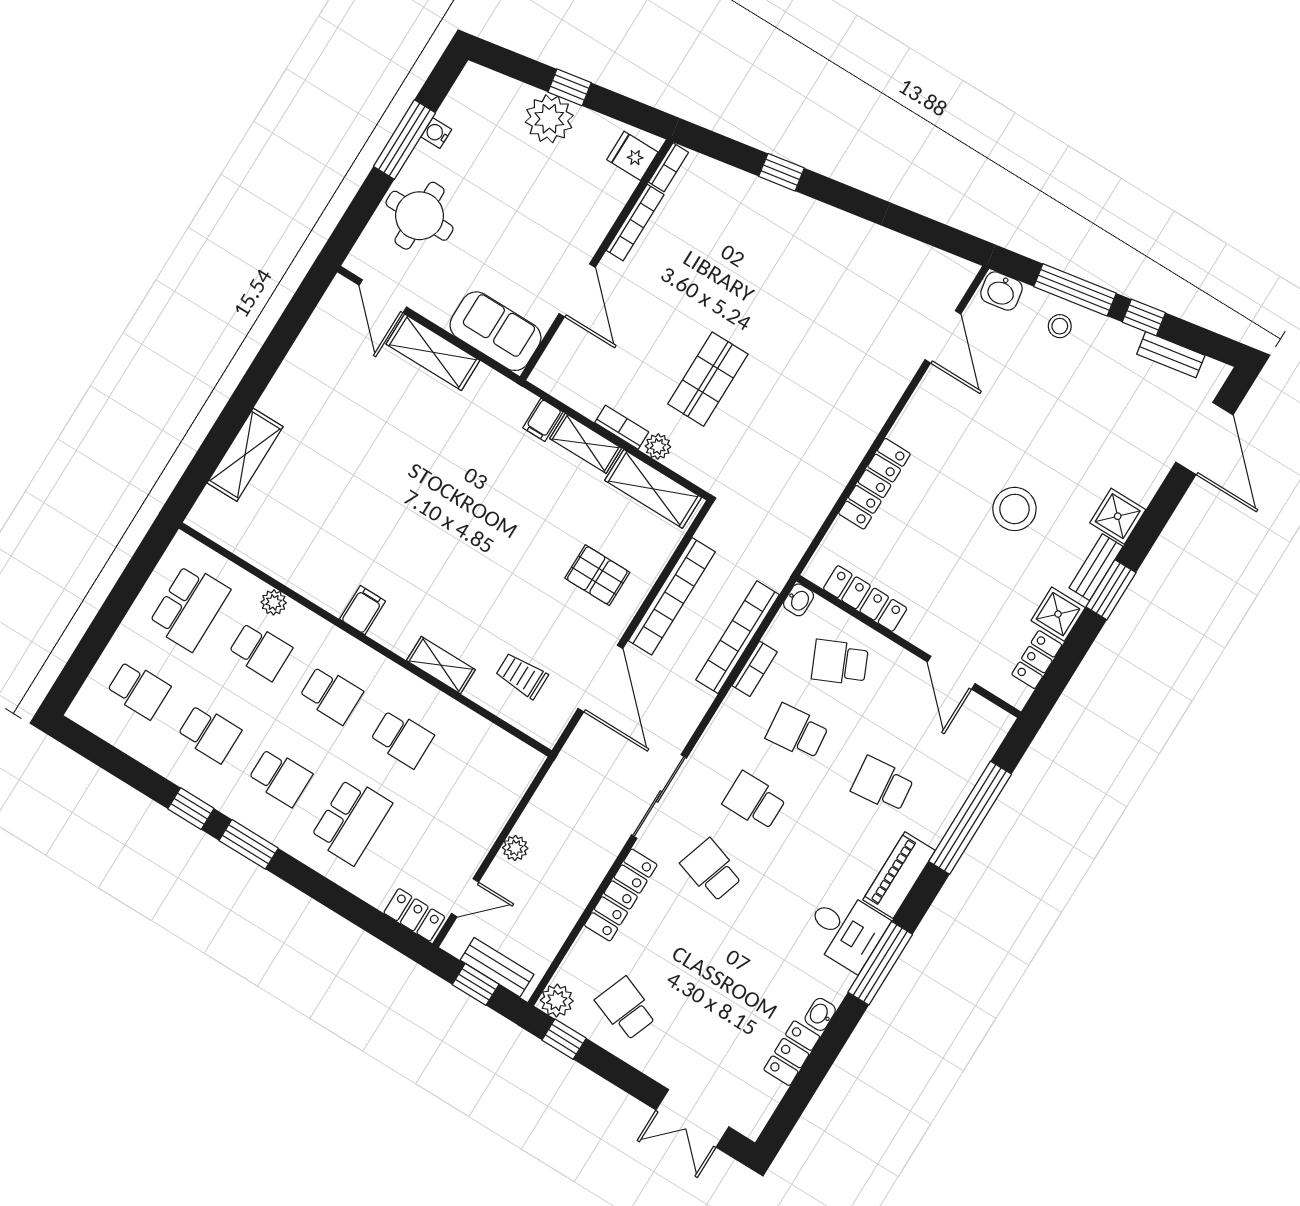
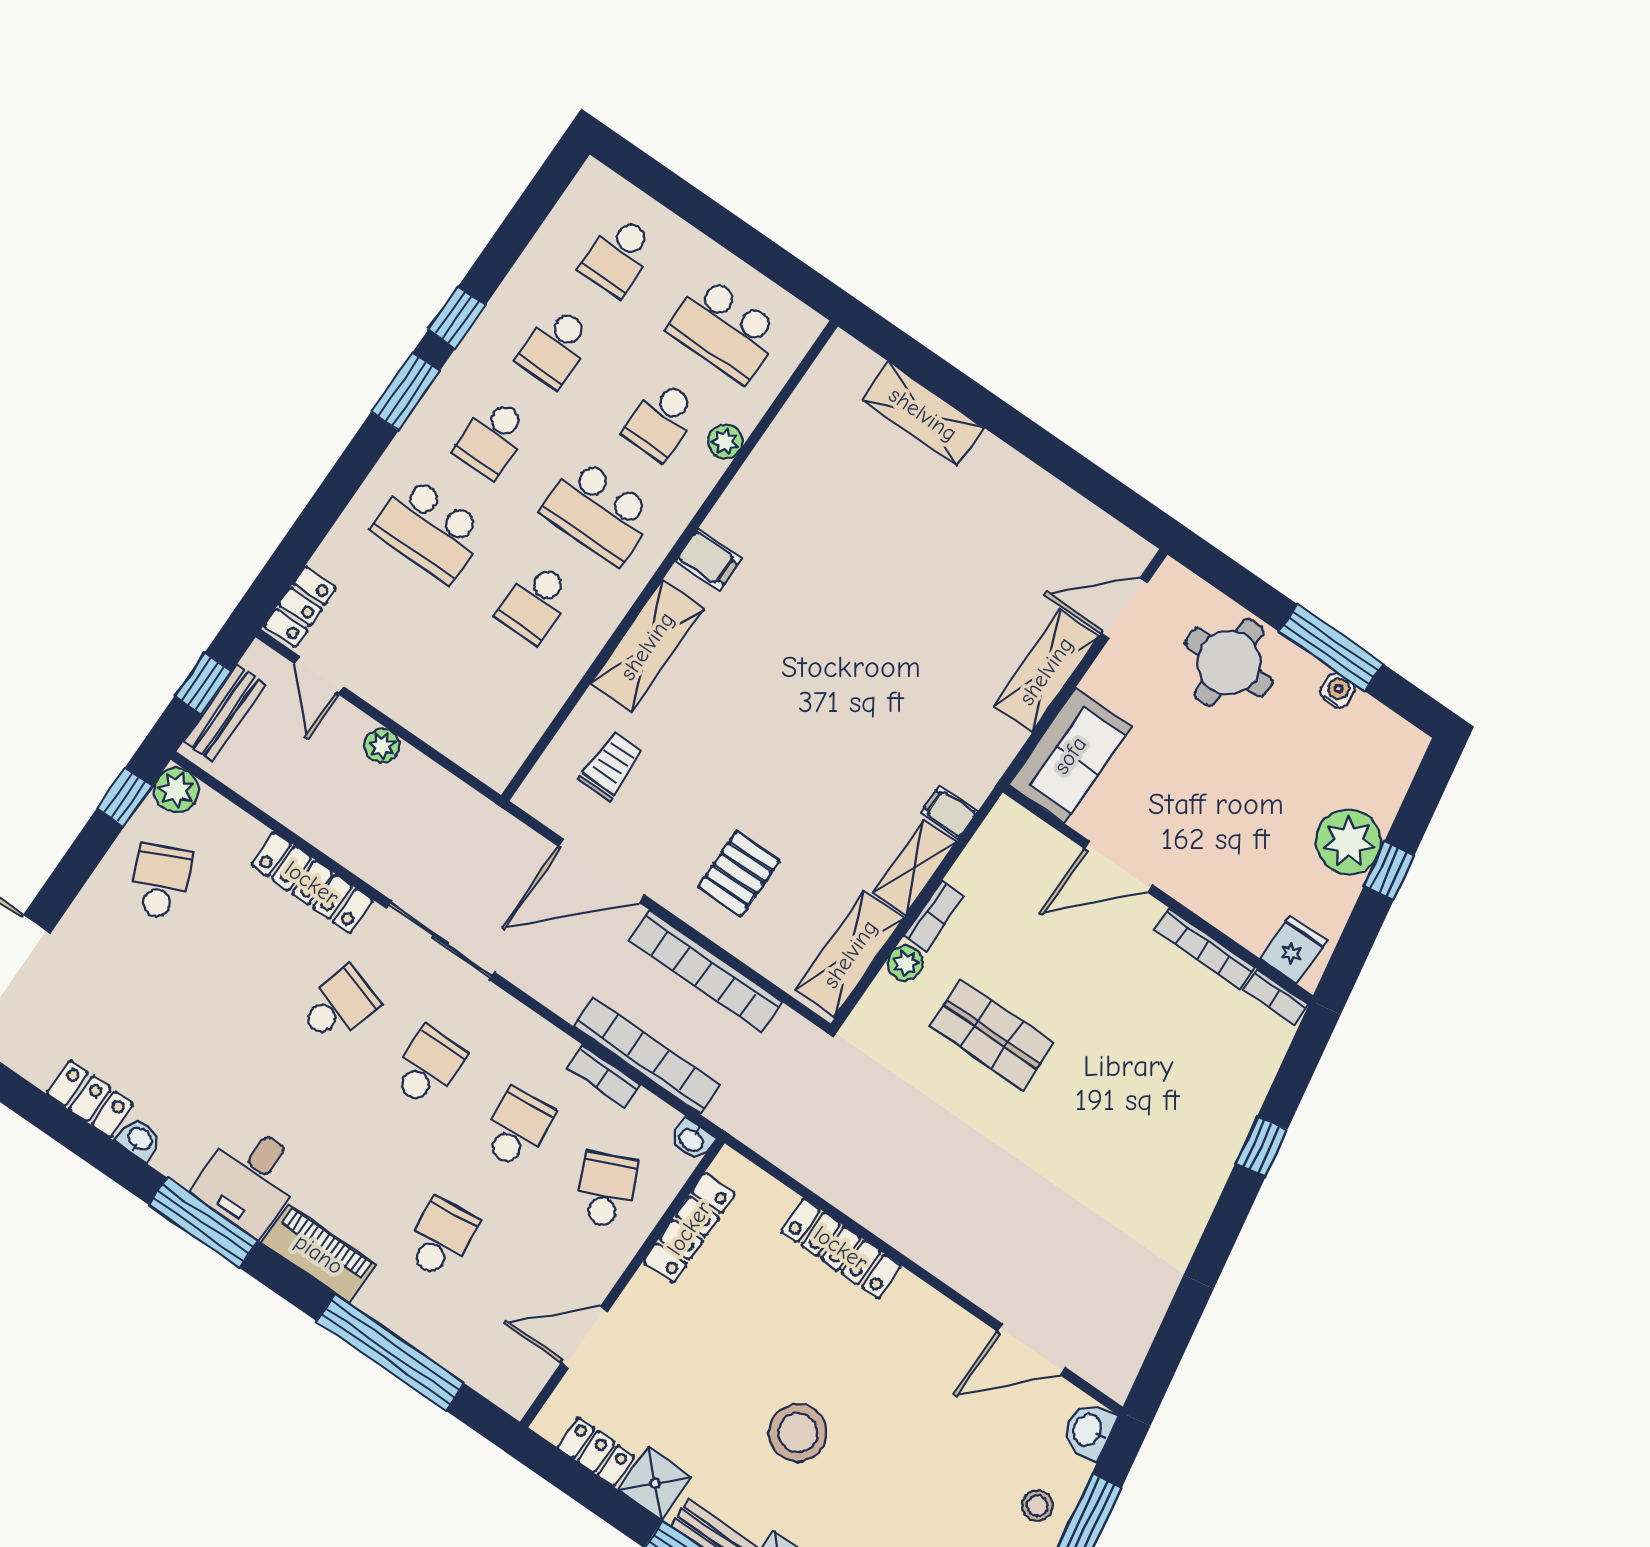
shelving: (441, 665) -> (647, 646), width x1.50, depth x1.33
school desk: (331, 695) -> (598, 512), width x1.85
school desk: (626, 1009) -> (161, 882), turned -45

